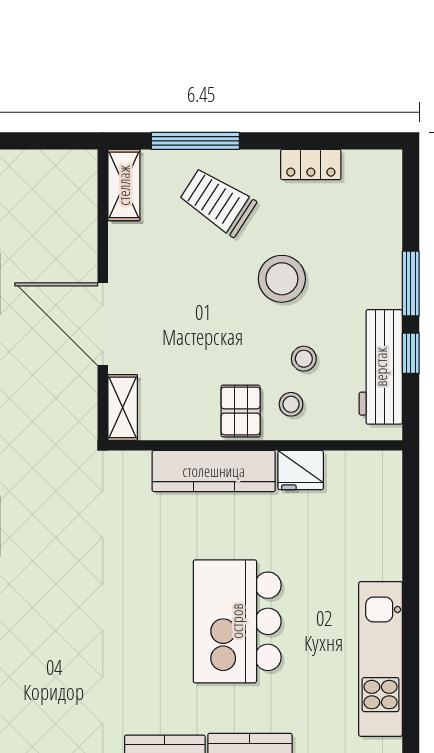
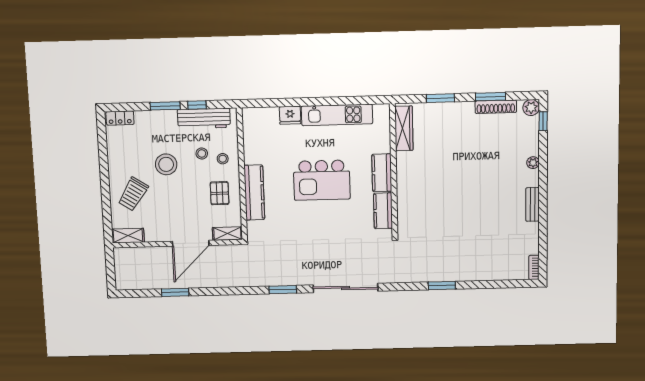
window: (195, 141) -> (106, 205), removed
locker: (311, 165) -> (120, 118), moved, turned 90
pallet: (241, 411) -> (220, 193), moved, turned 90
fridge: (301, 470) -> (290, 115), moved, turned 90

